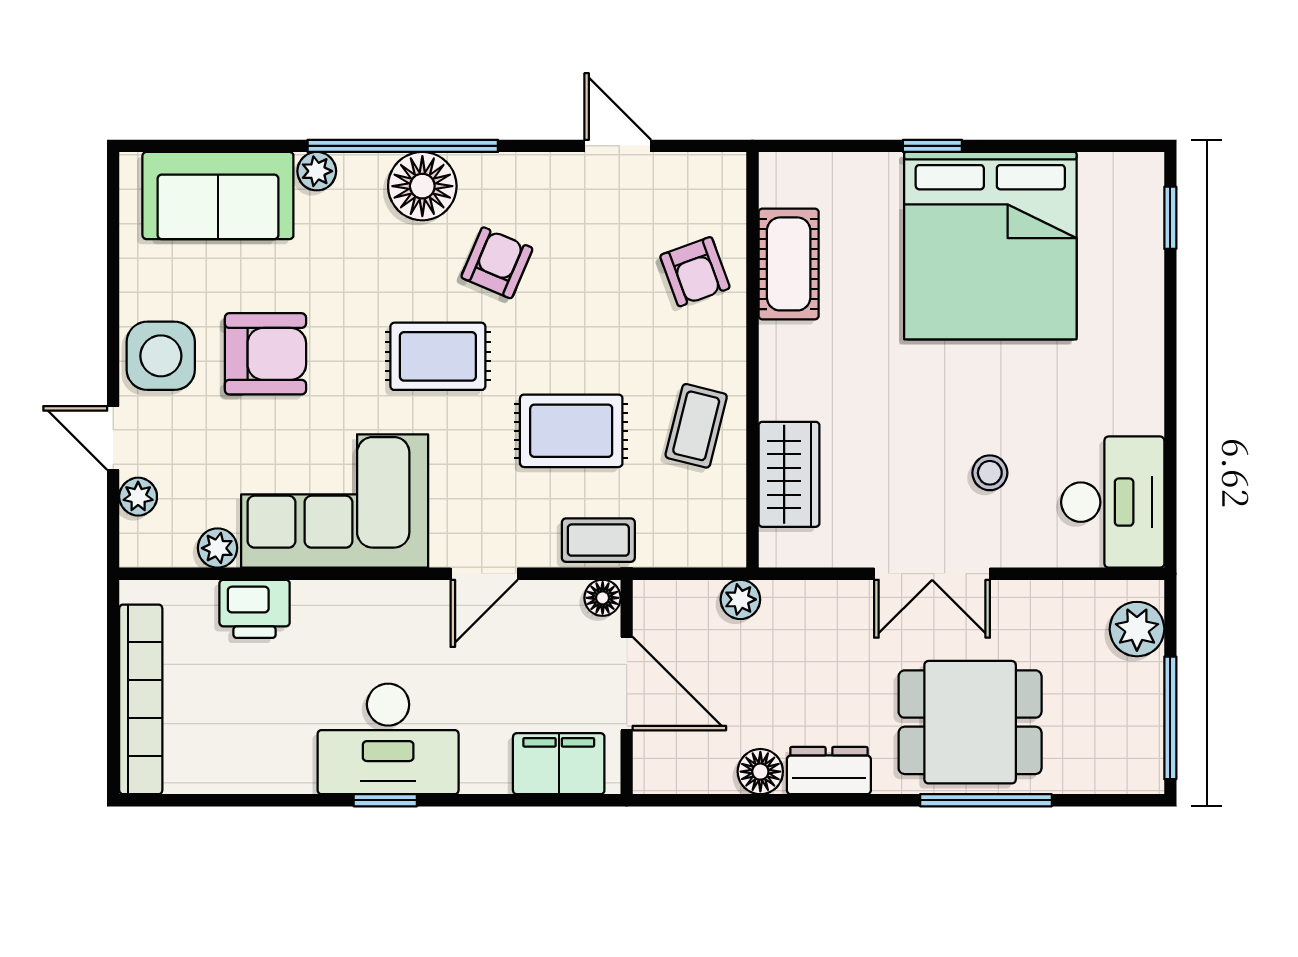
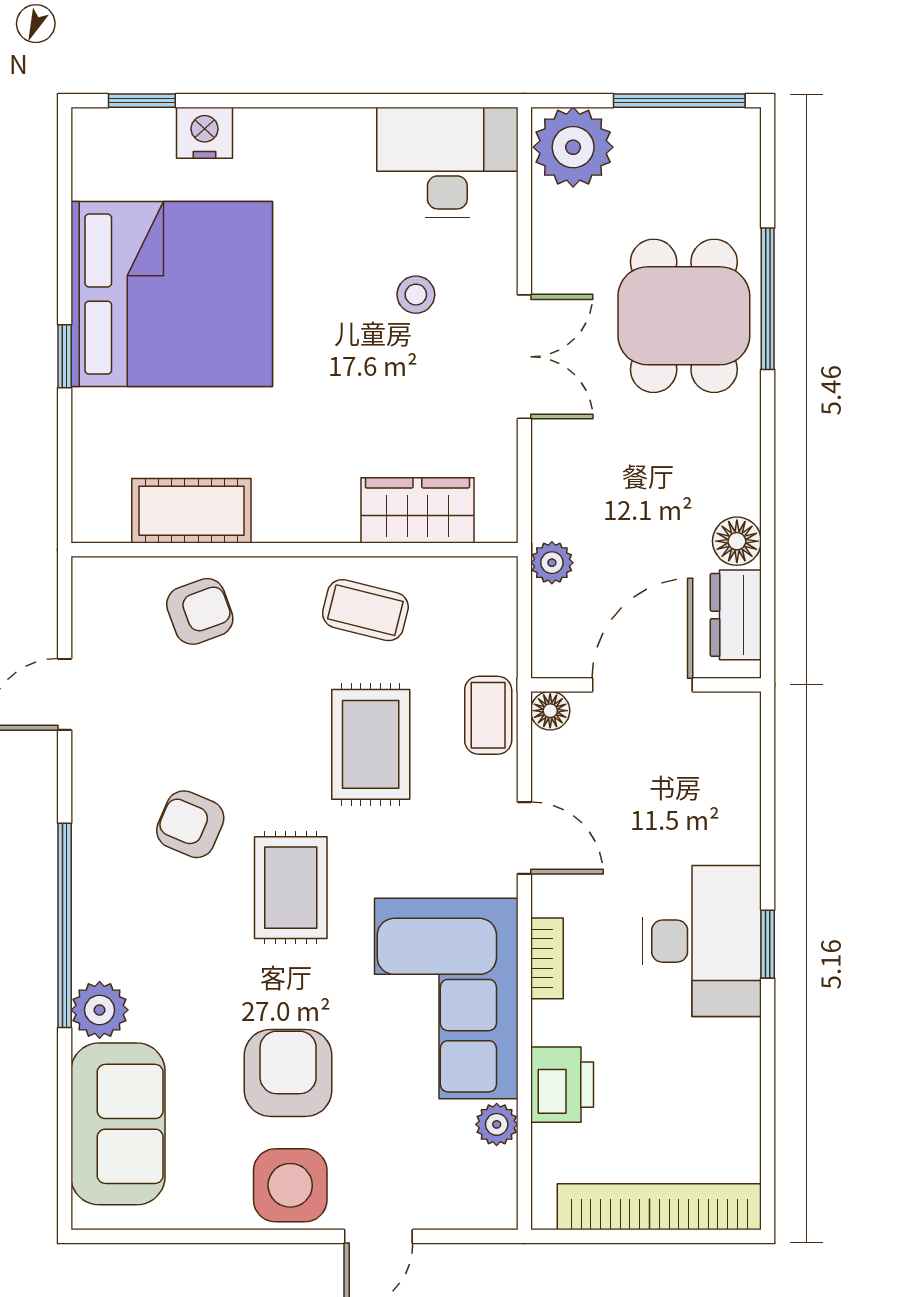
plant: (317, 171) -> (100, 1010), width x1.38, depth x1.38
floor lamp: (422, 186) -> (108, 904), removed
nightstand: (1140, 276) -> (205, 133), added
plant: (138, 497) -> (441, 1210), removed
bookcase: (372, 595) -> (547, 958), added
plant: (1137, 629) -> (573, 147), width x1.36, depth x1.36
filing cabinet: (559, 764) -> (728, 758), removed
dresser: (829, 771) -> (736, 615), moved

